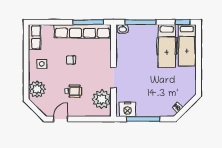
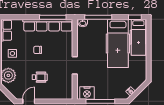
hospital bed: (167, 46) -> (118, 43), width x1.37, depth x1.29
plant: (102, 99) -> (65, 84), removed

